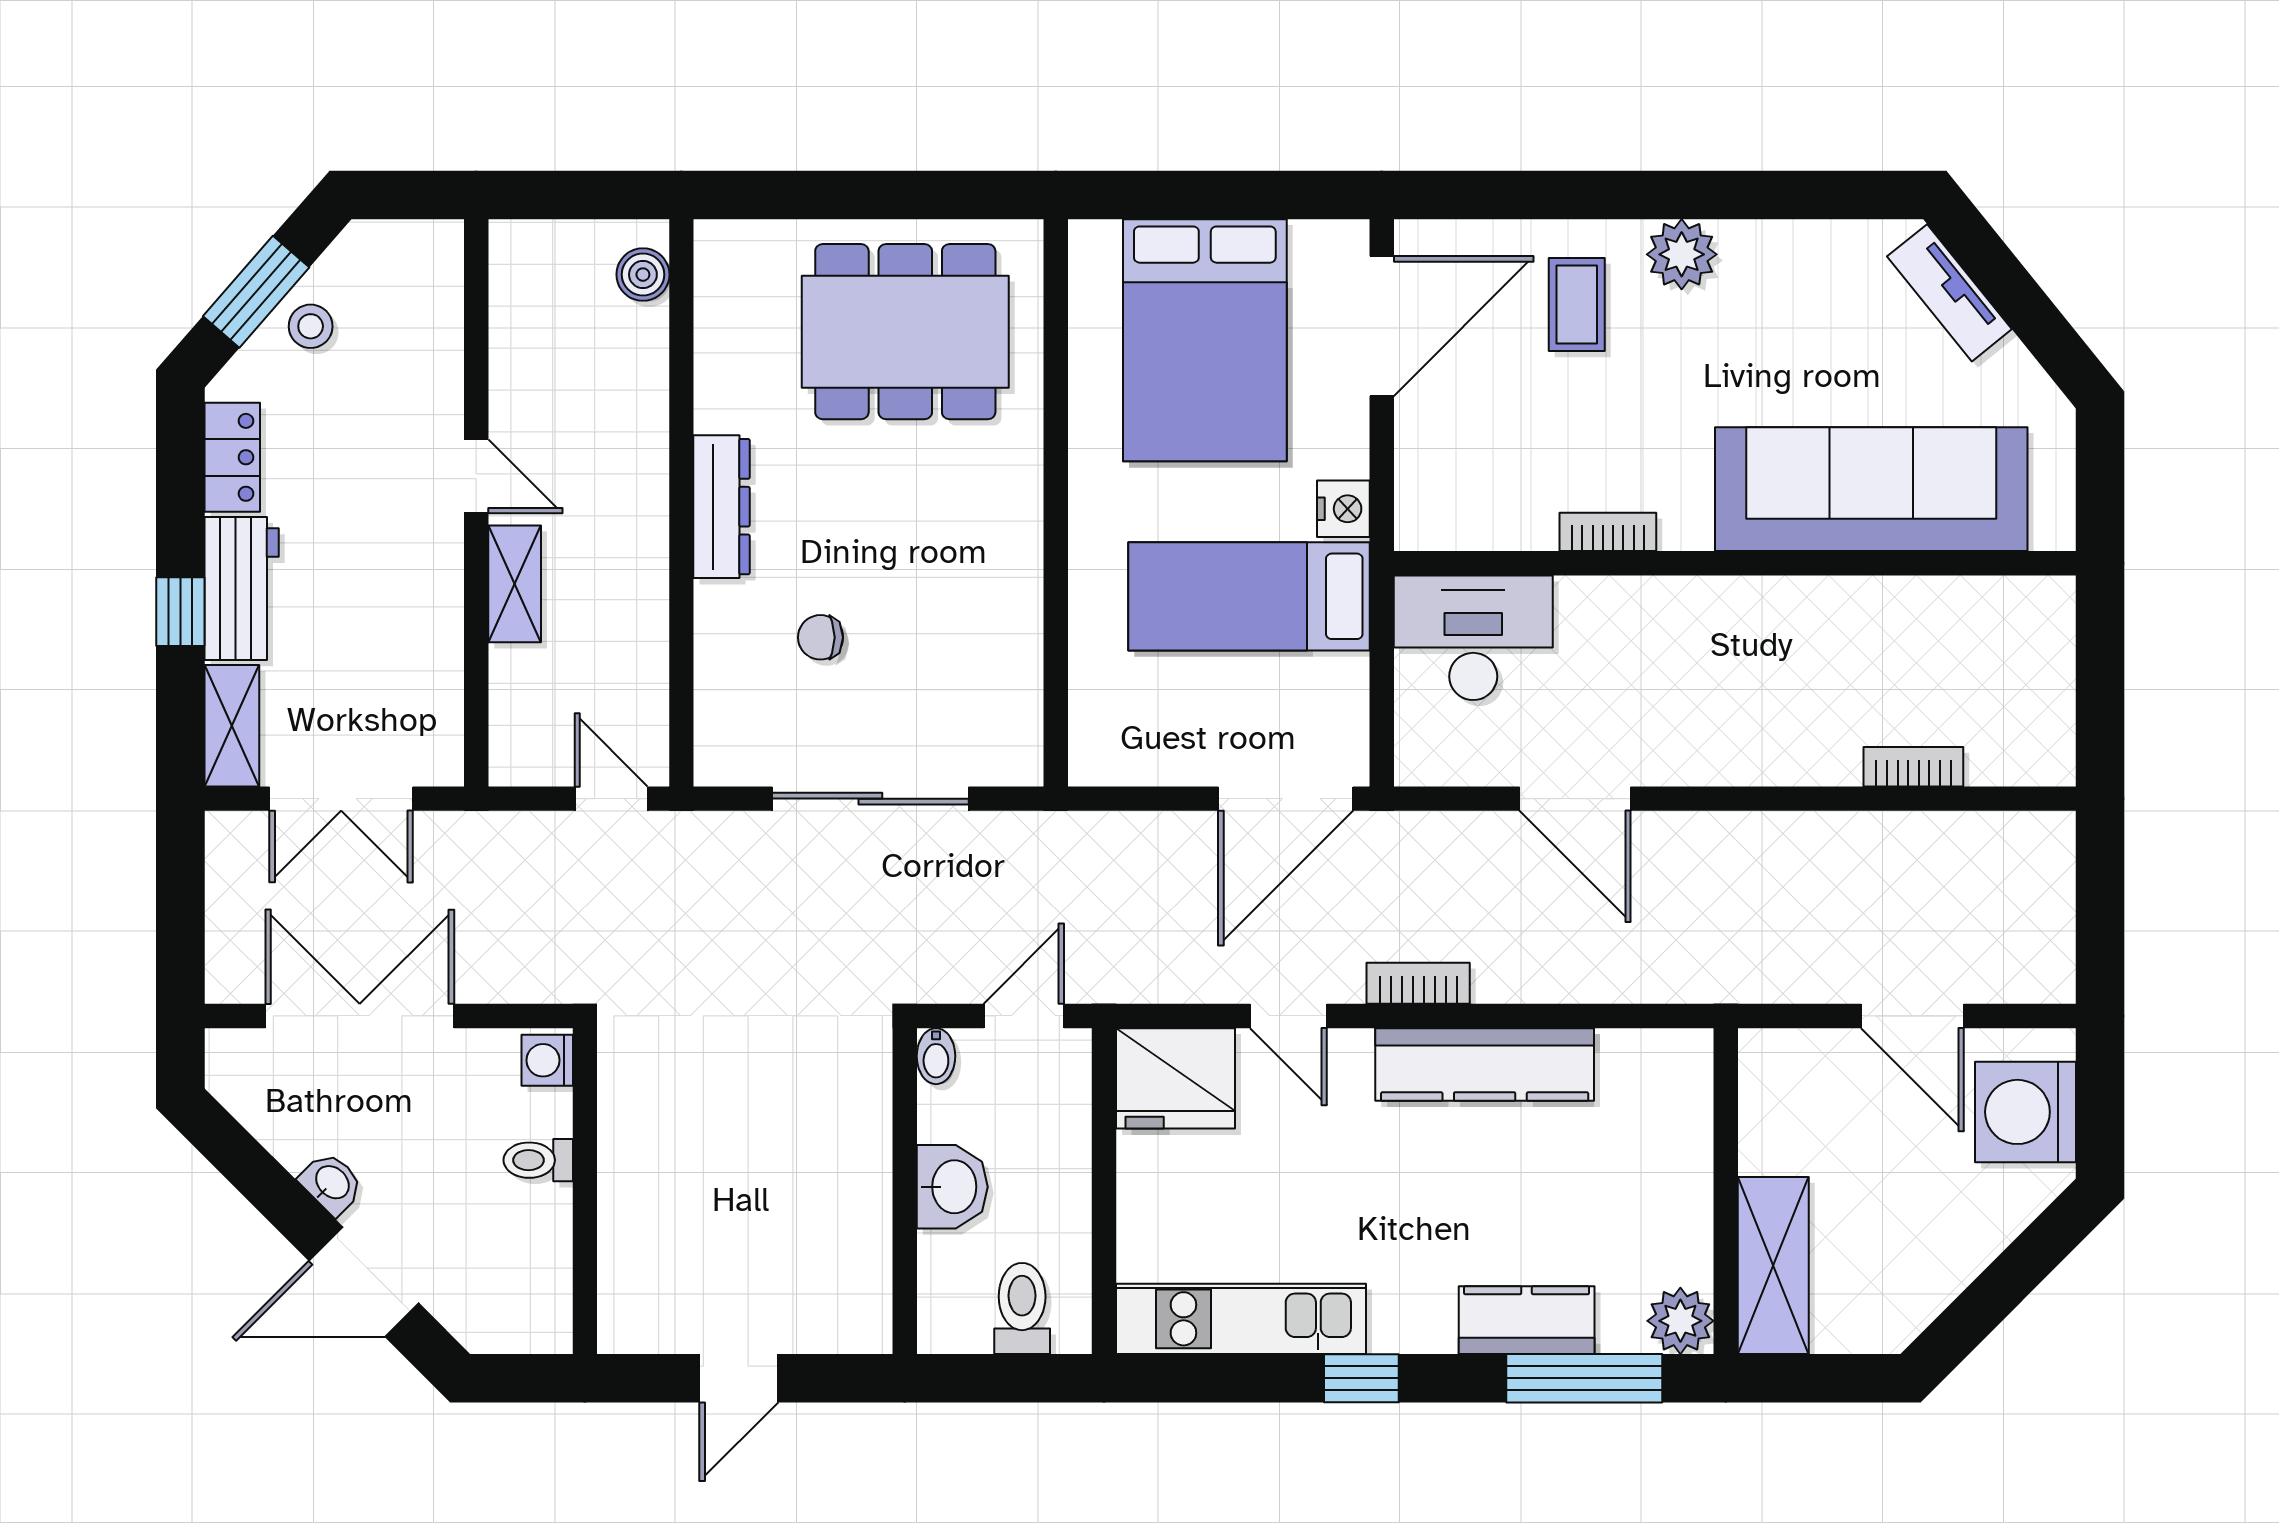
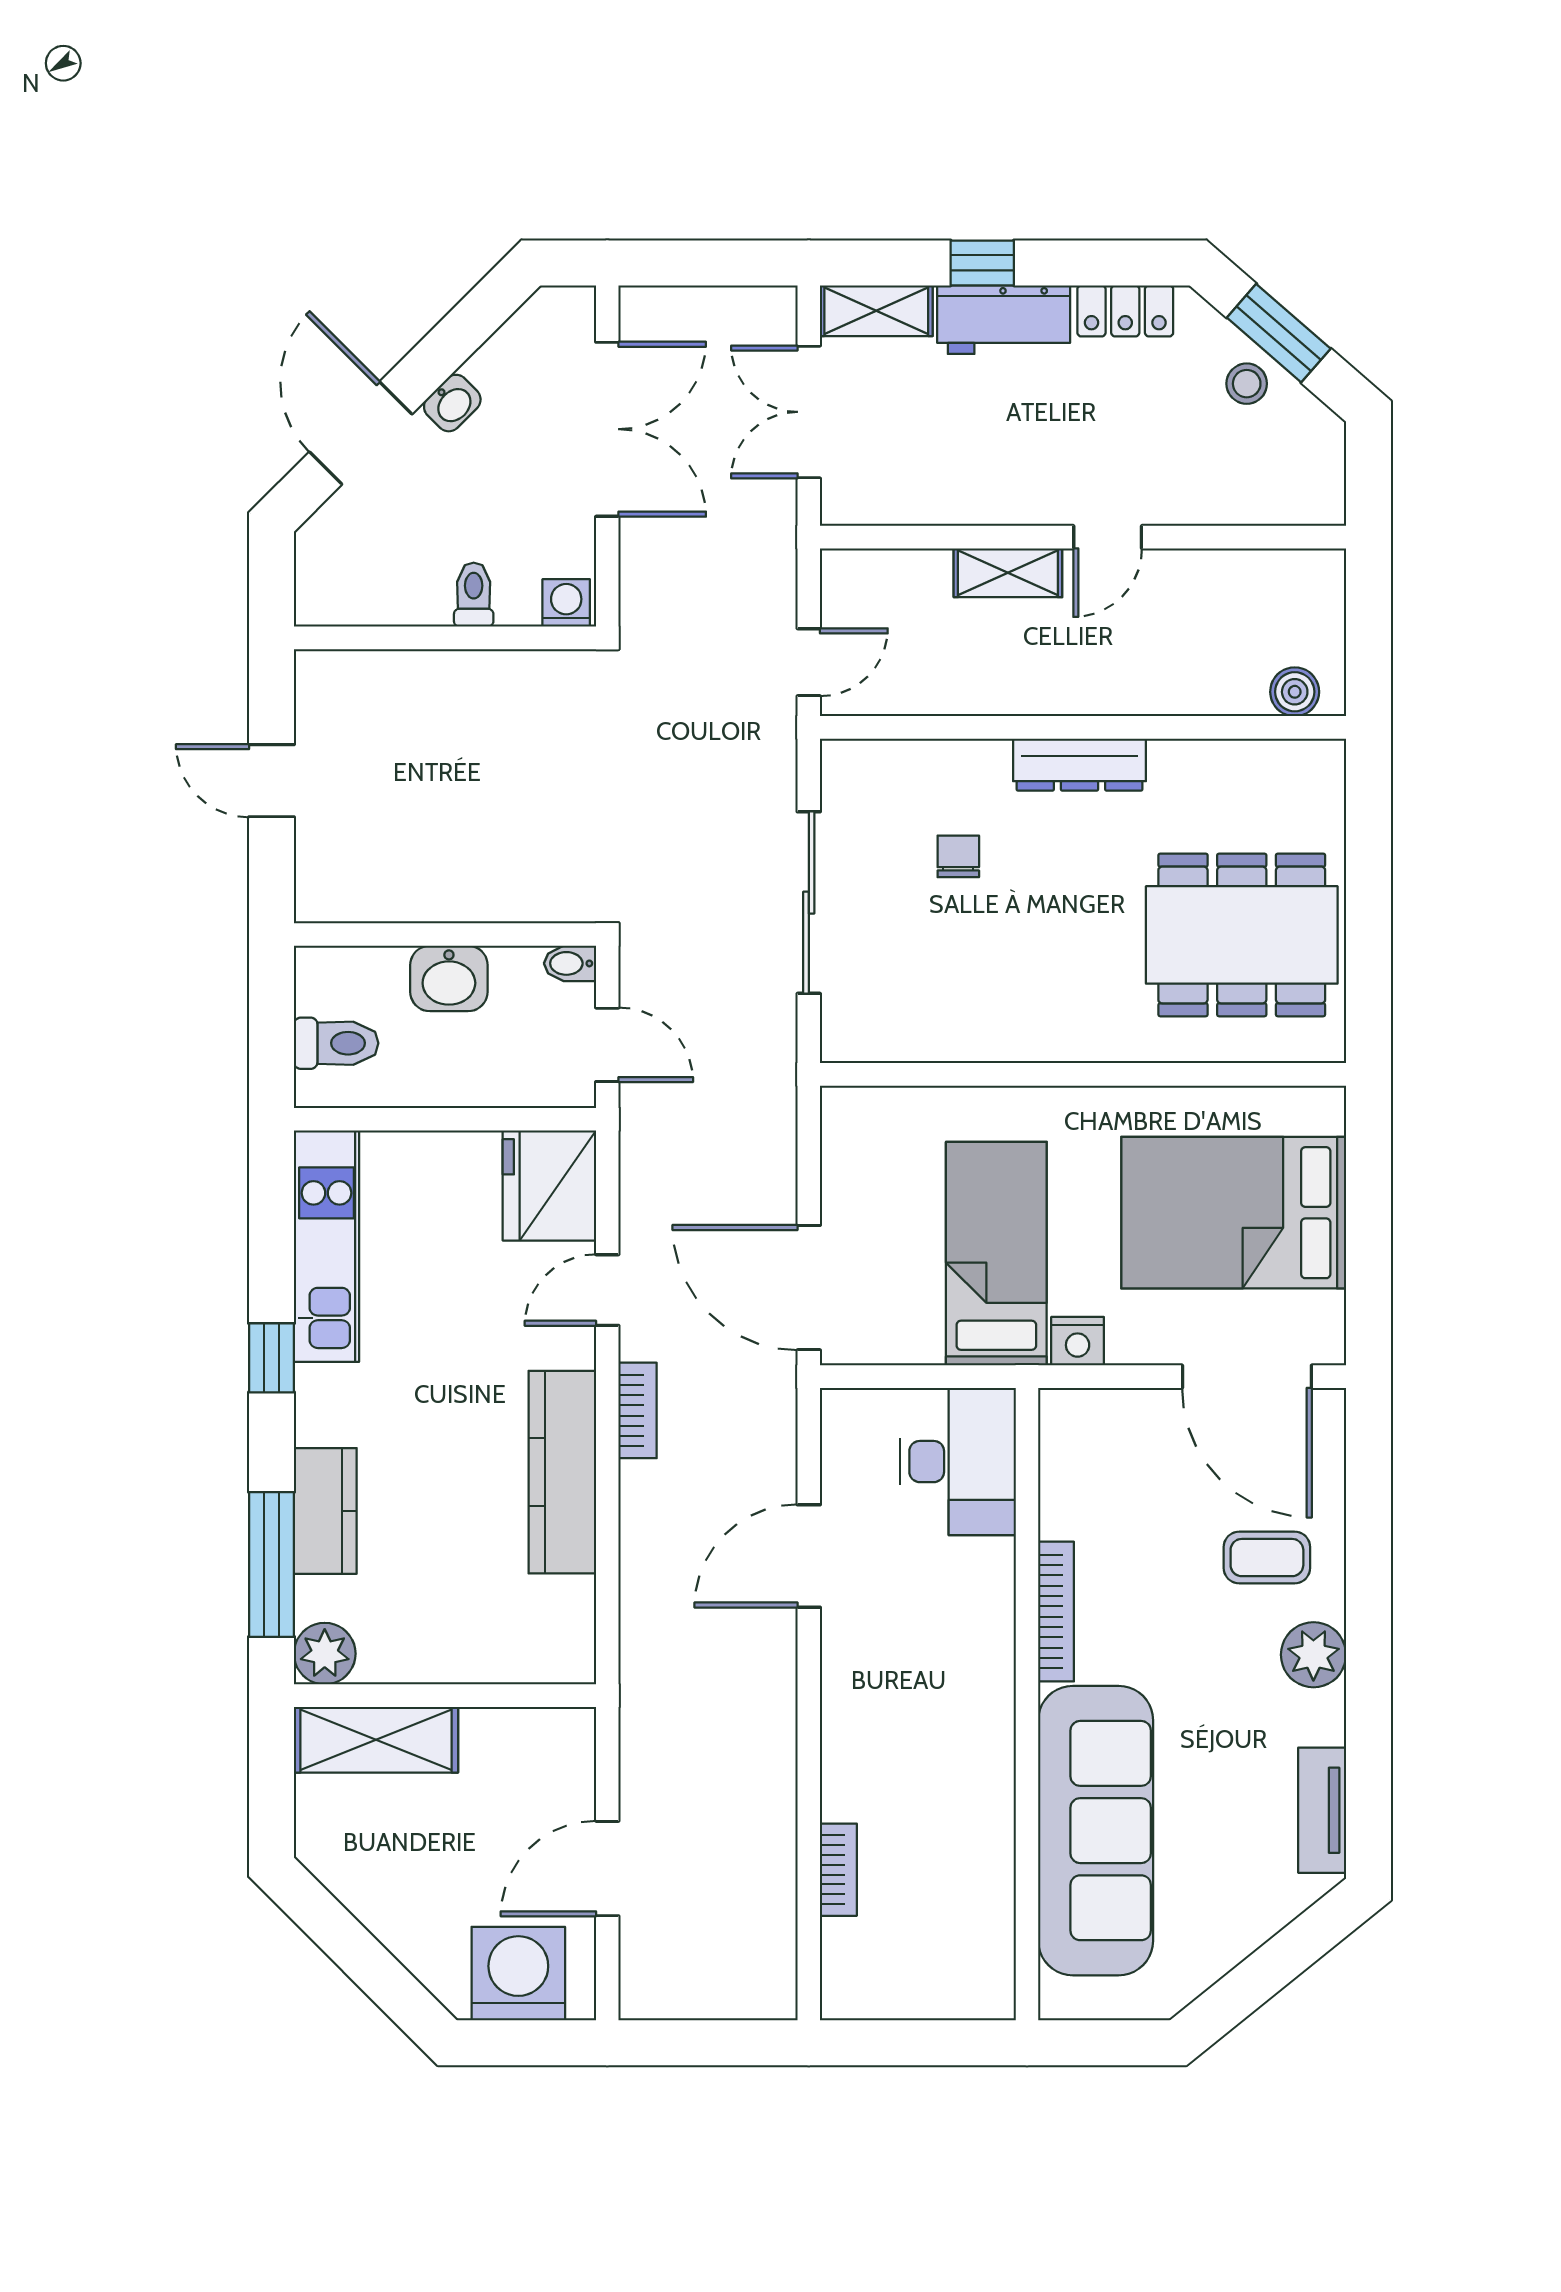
tv unit: (1949, 293) -> (1322, 1810), moved, turned -51
dining table: (905, 332) -> (1242, 935), turned 90
bookcase: (1608, 532) -> (1056, 1612), width x1.56

